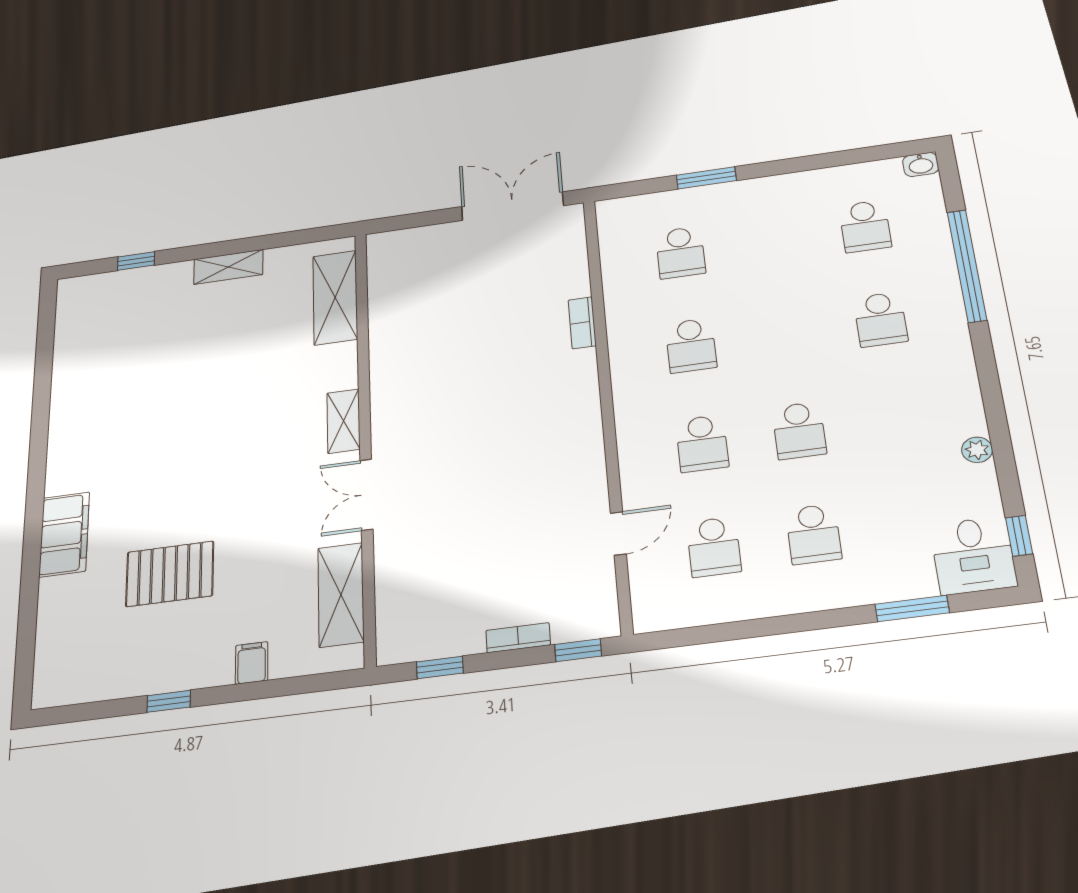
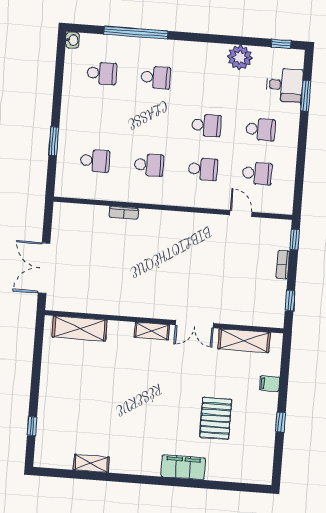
double door: (512, 206) -> (44, 268), moved
shelving: (228, 267) -> (91, 463), moved, turned 90
plant: (977, 450) -> (240, 57), width x1.88, depth x1.88
desk: (973, 555) -> (285, 85), moved

